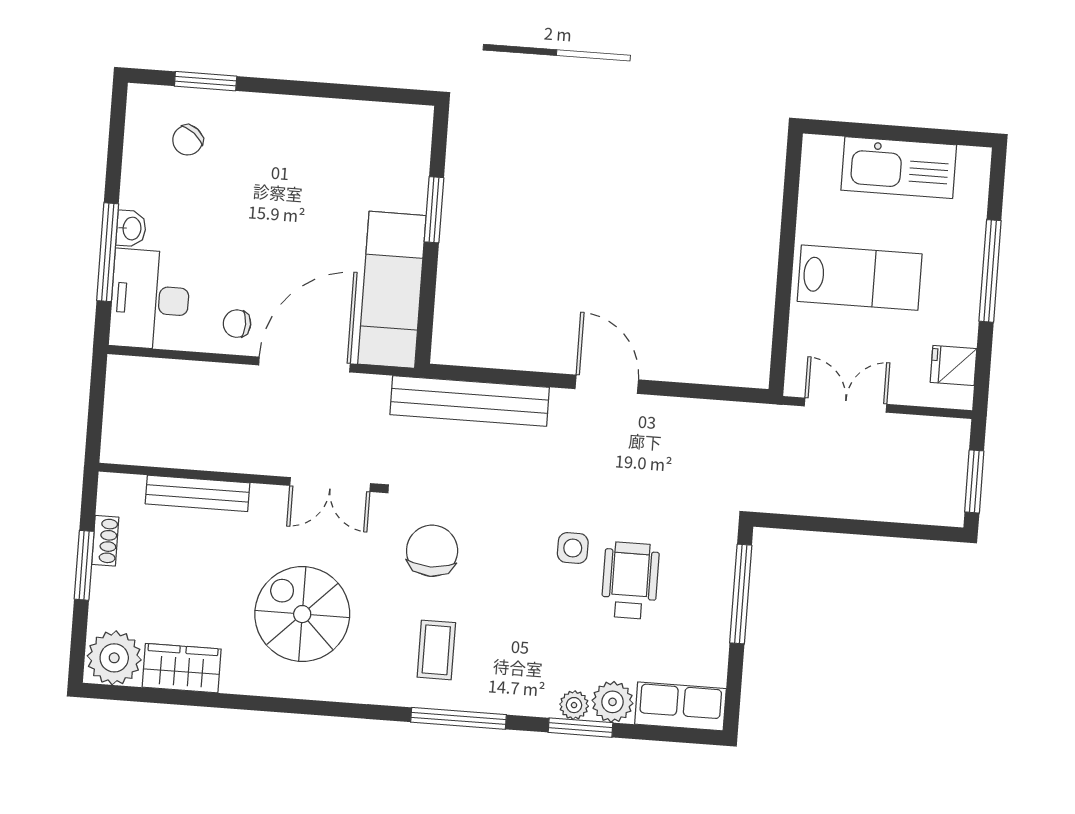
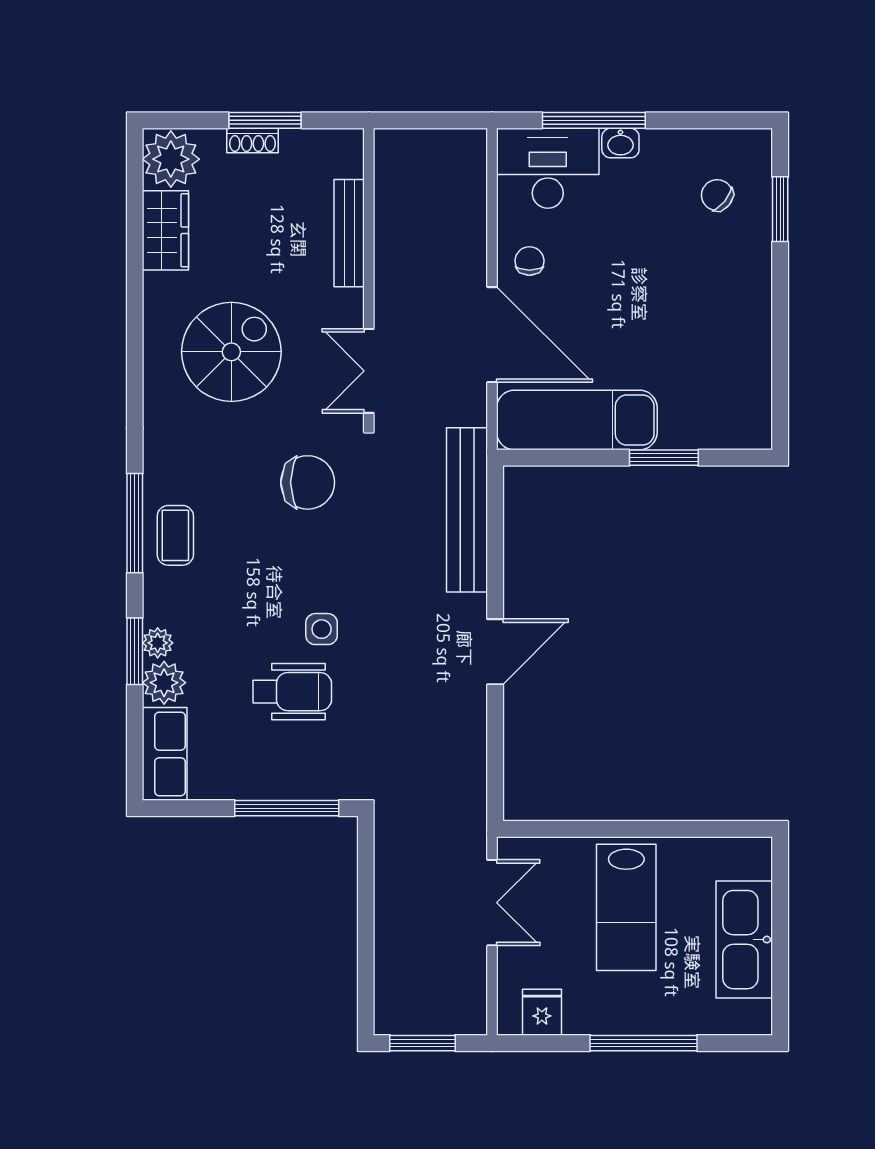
shoe rack: (105, 541) -> (252, 141), moved
coffee table: (436, 650) -> (175, 535), moved, turned 90

